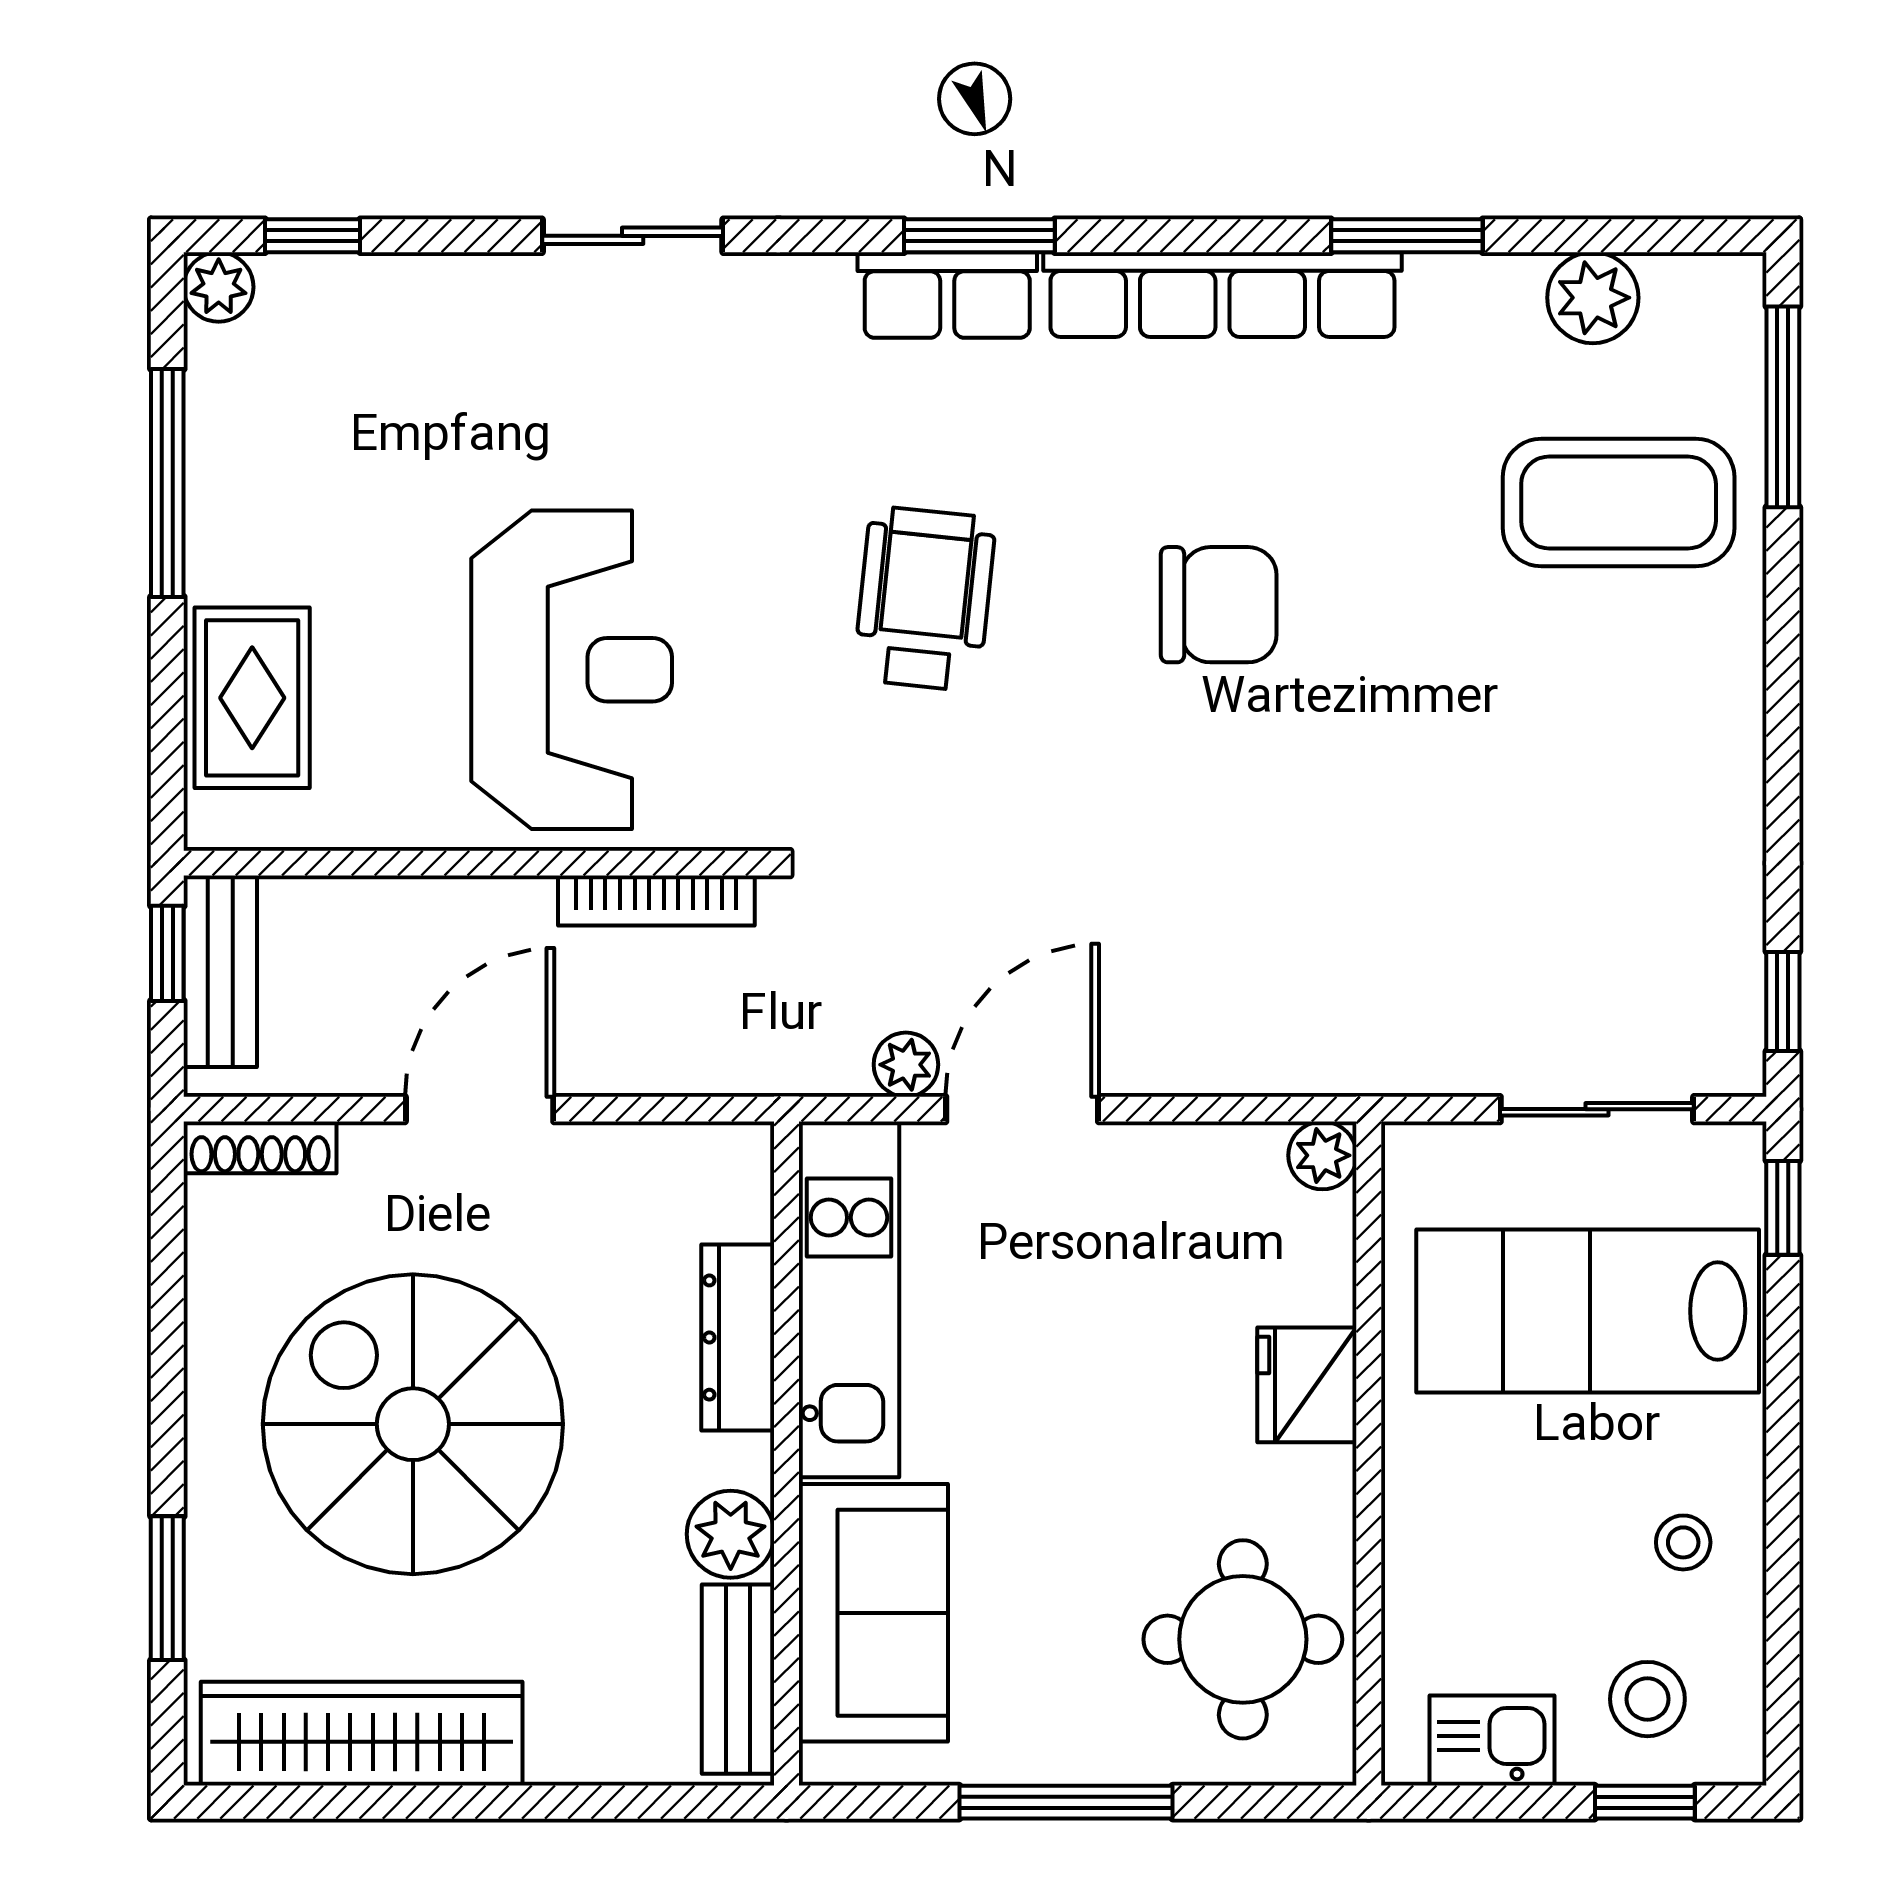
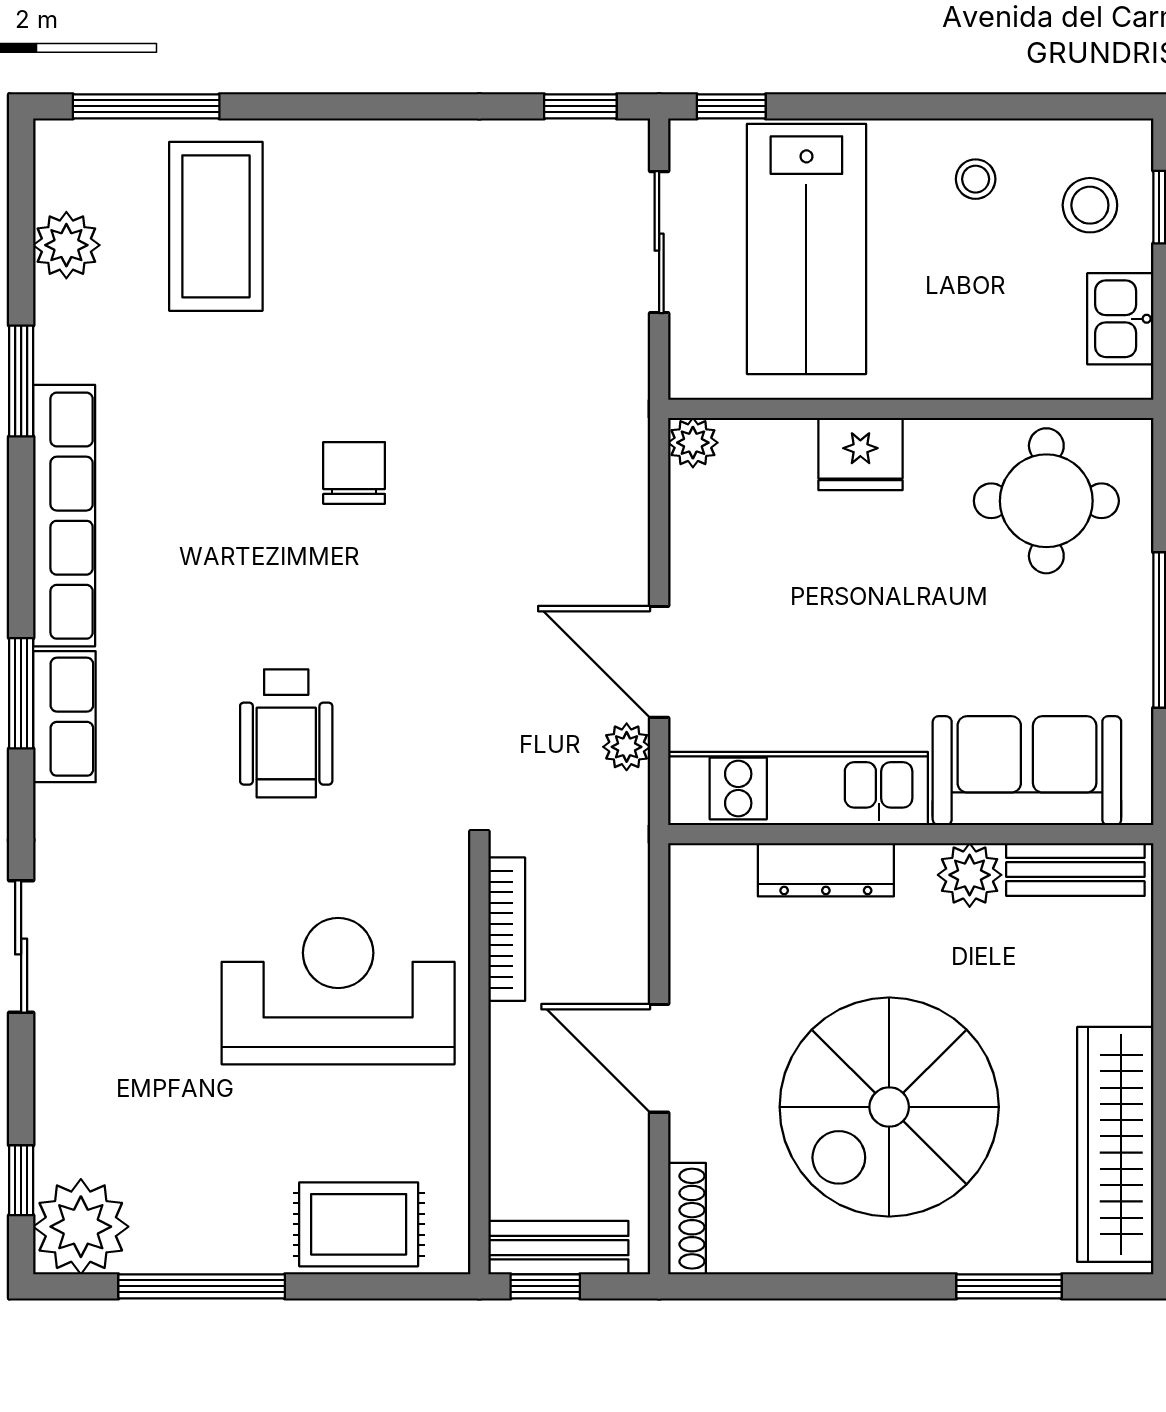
plant: (219, 287) -> (81, 1227), width x1.88, depth x1.88
wheelchair: (924, 599) -> (286, 733), turned -96
chair: (1219, 605) -> (354, 473), moved, width x0.73, depth x0.73

